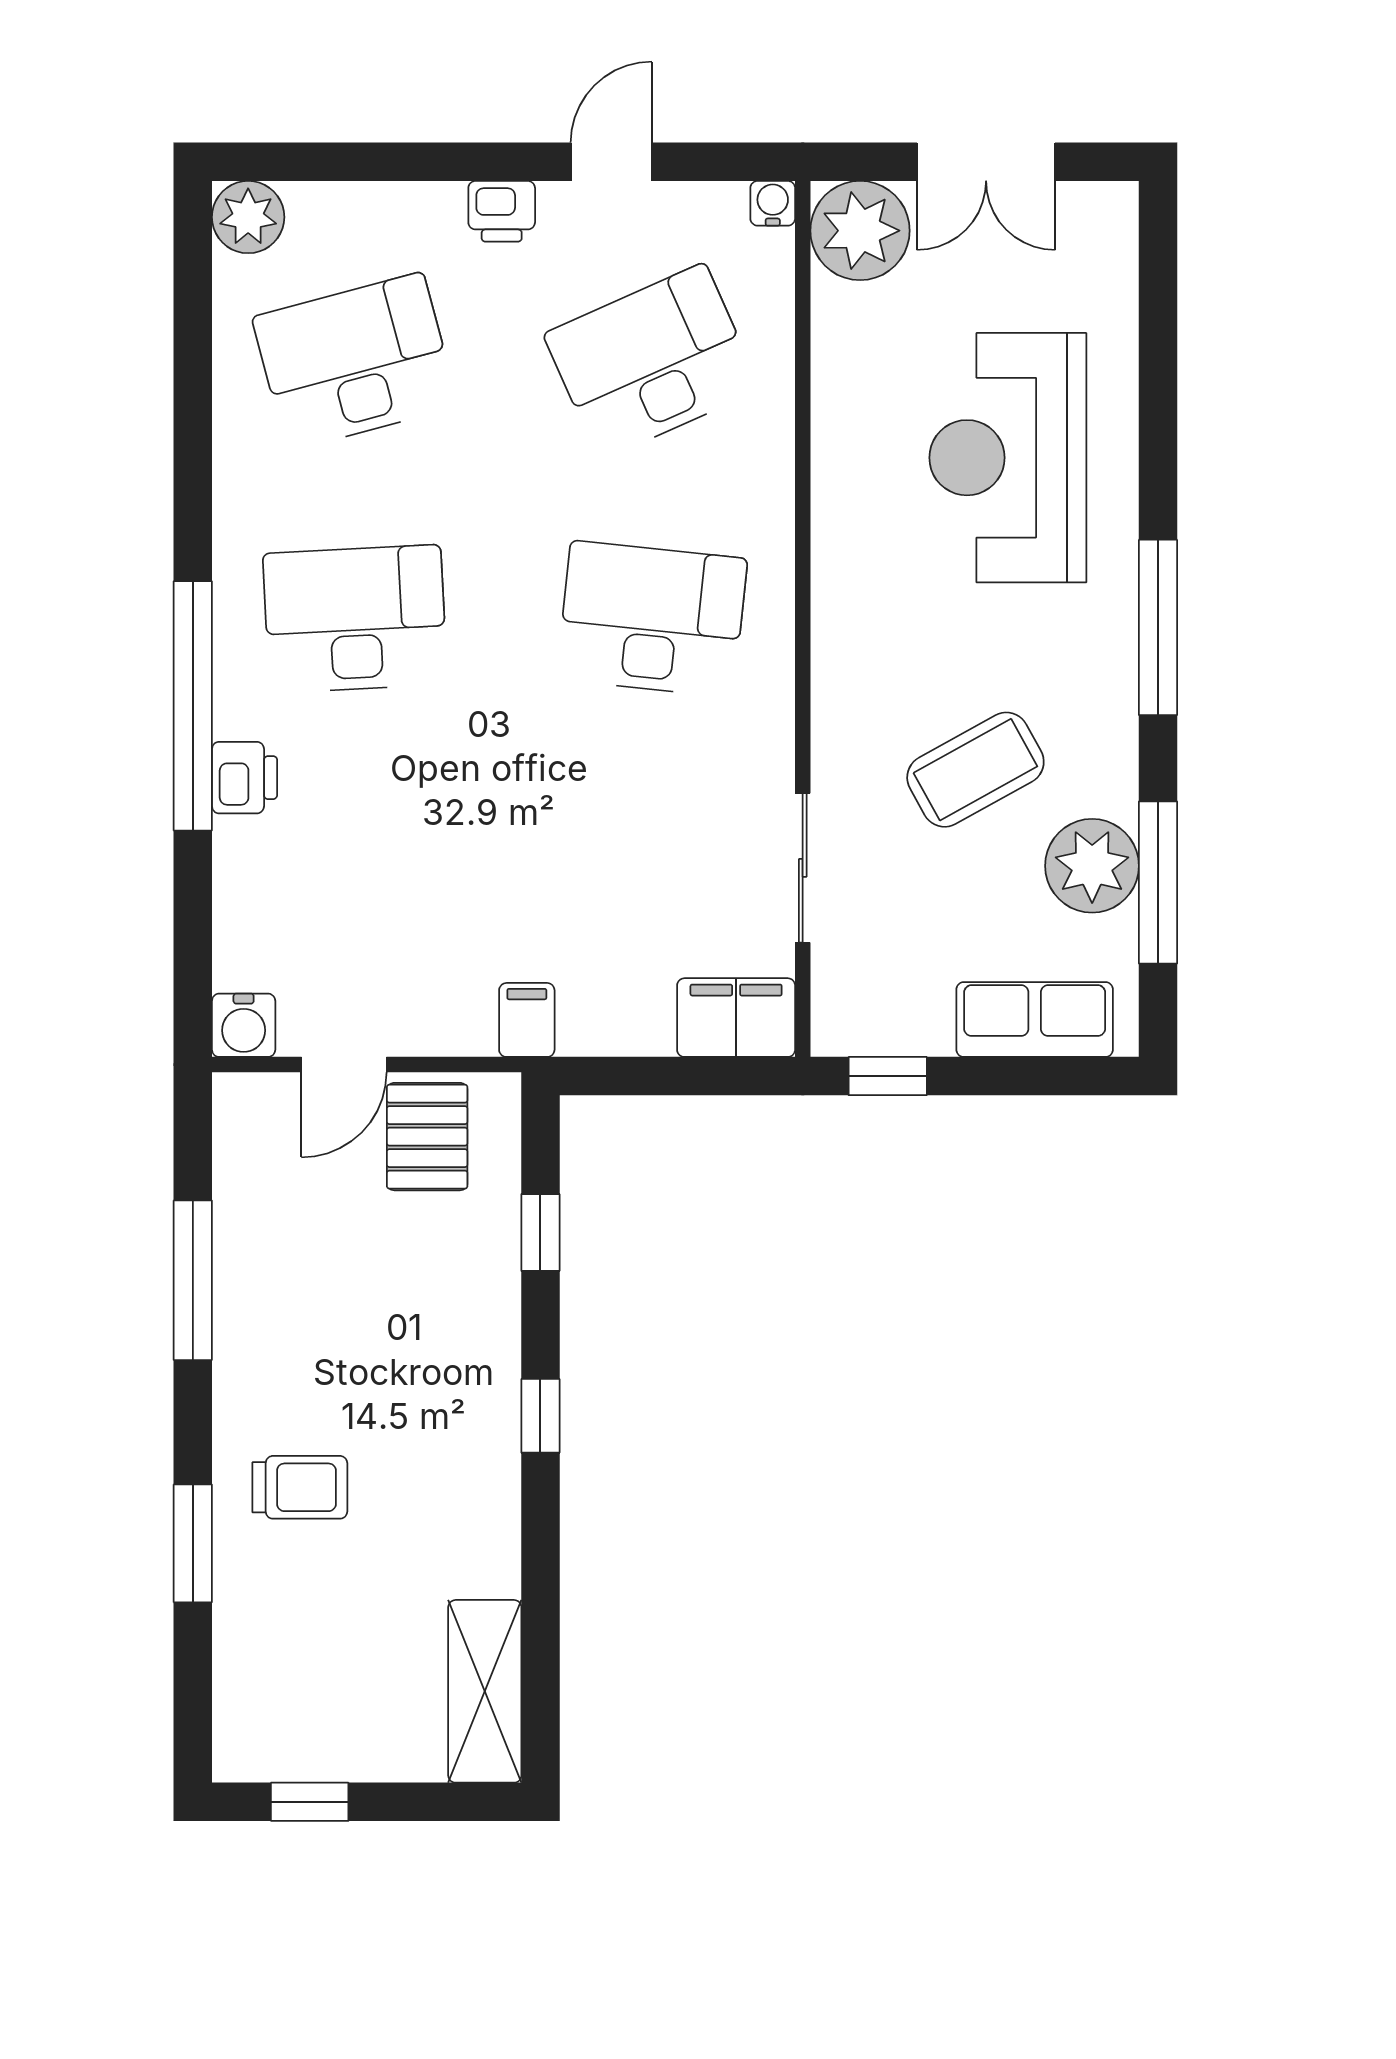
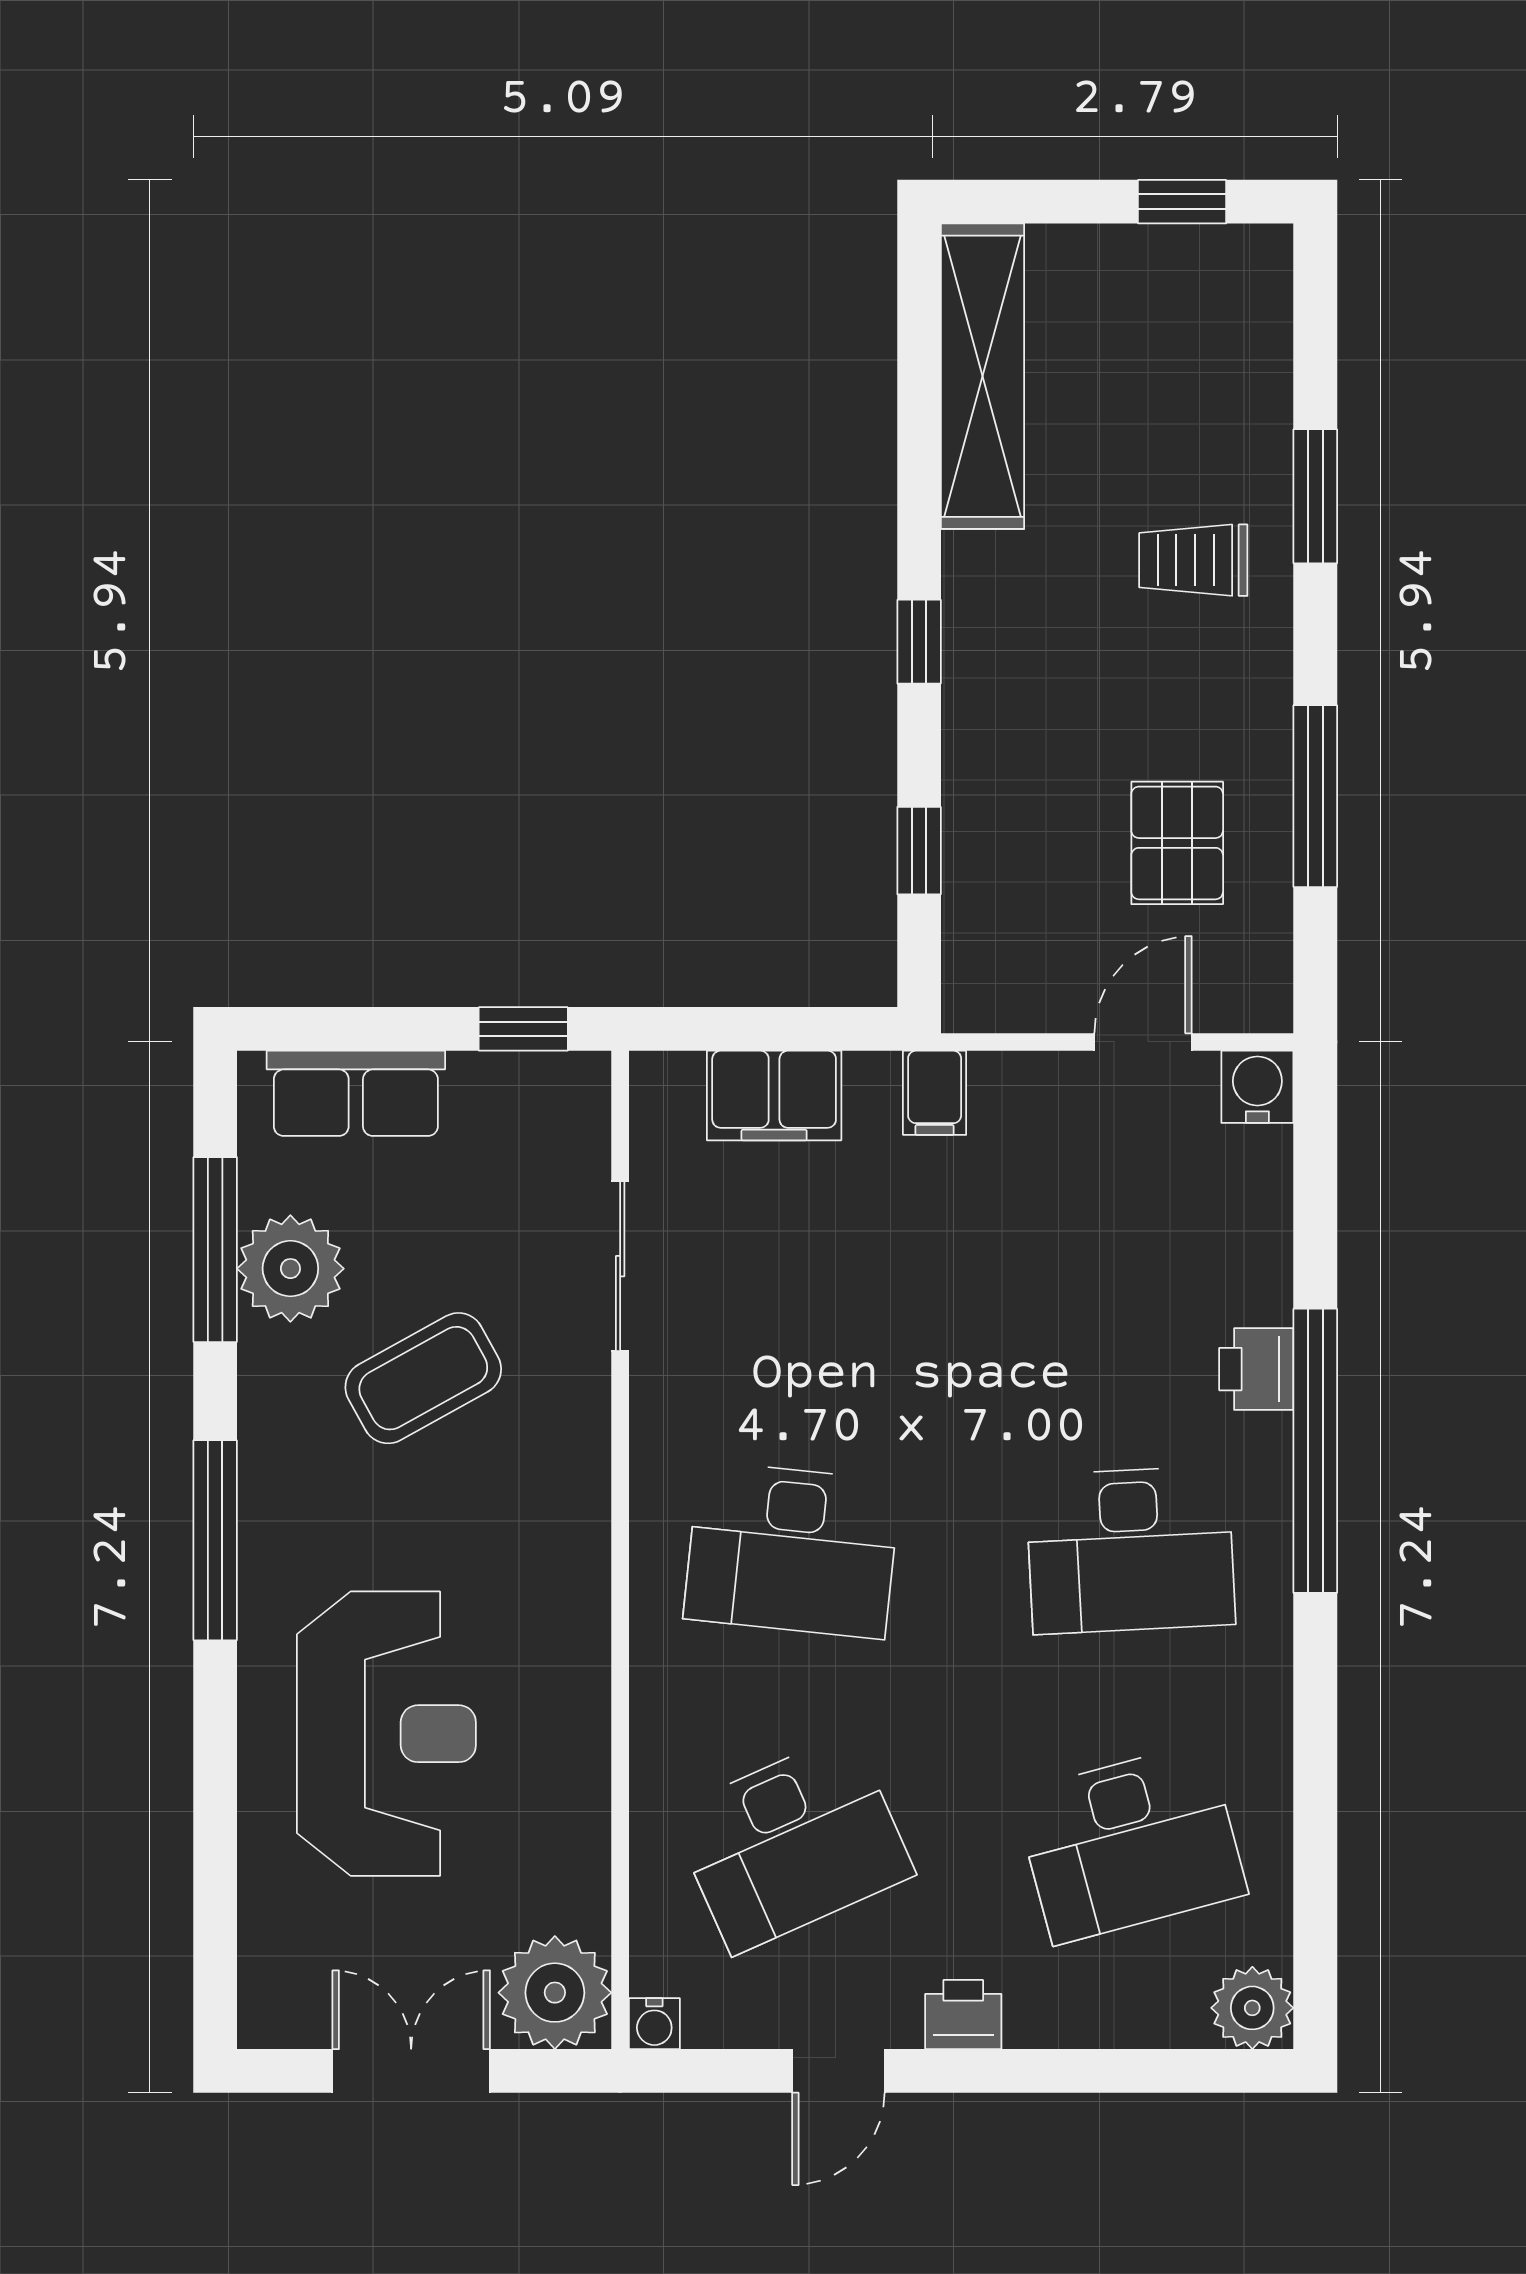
filing cabinet: (736, 1018) -> (774, 1096), moved
pallet: (427, 1137) -> (1177, 843), moved
shelving: (485, 1691) -> (983, 376), width x1.47

